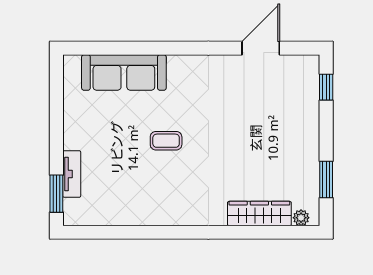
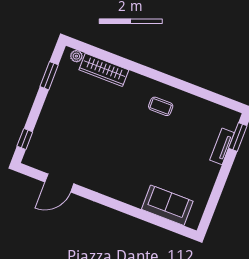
sofa: (124, 72) -> (167, 205), width x0.73
coffee table: (166, 141) -> (161, 106), moved

